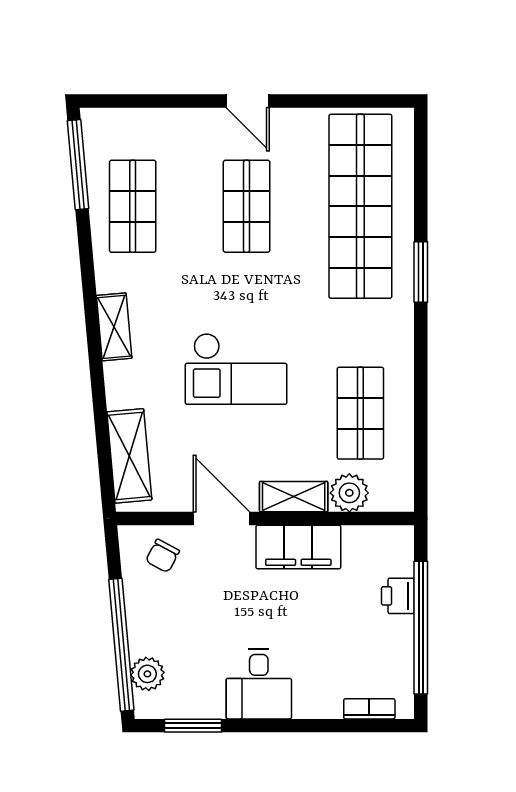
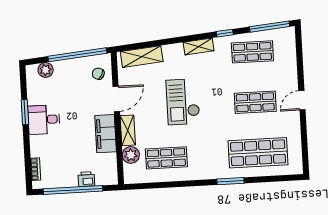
shop shelf: (360, 206) -> (258, 153), width x0.71
window: (87, 266) -> (225, 33), added
window: (121, 645) -> (77, 55), moved
window: (193, 726) -> (25, 112), moved

